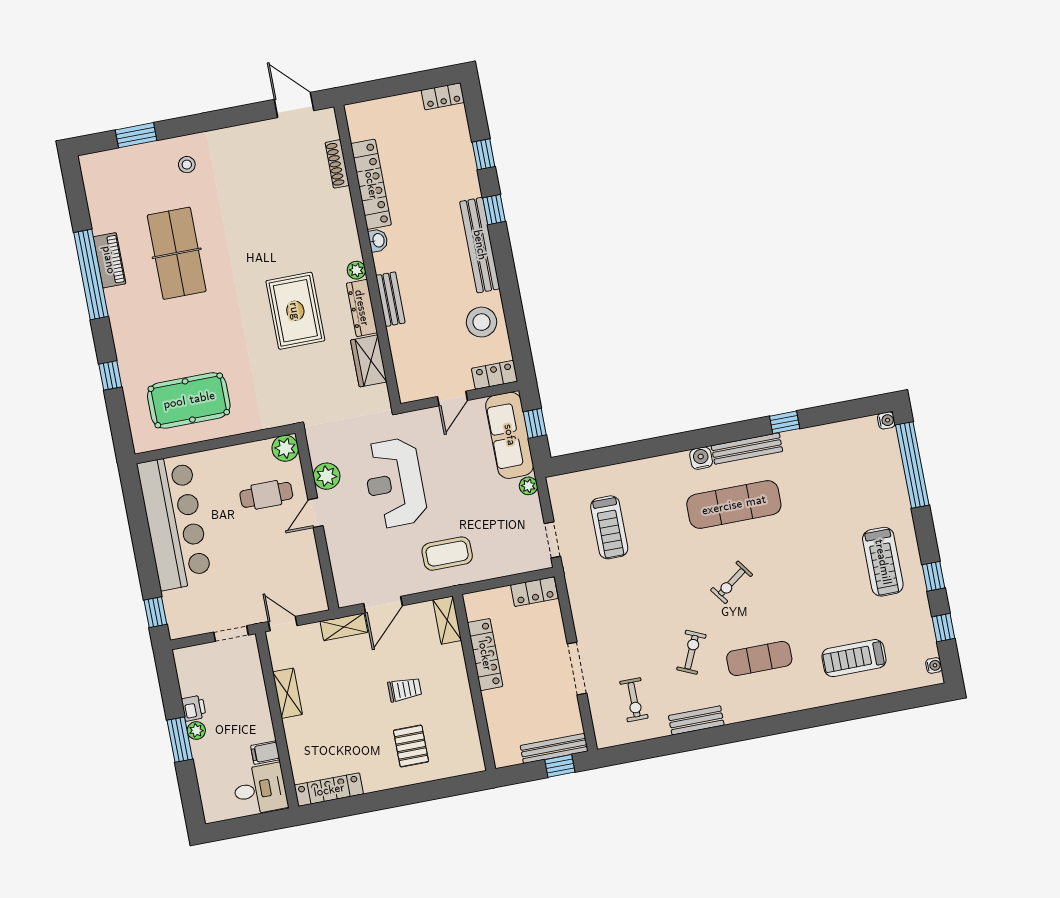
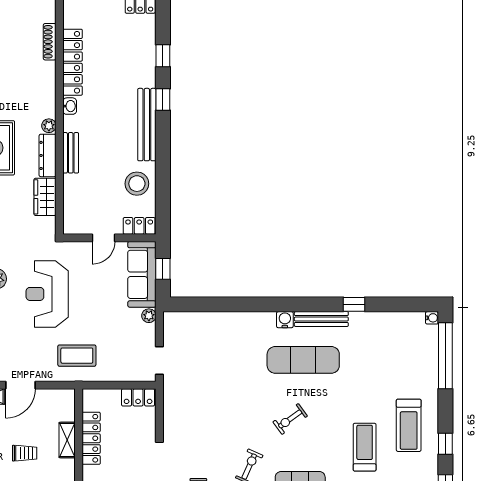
treadmill: (609, 527) -> (365, 447), moved, turned 180
shelving: (447, 620) -> (67, 440), moved

